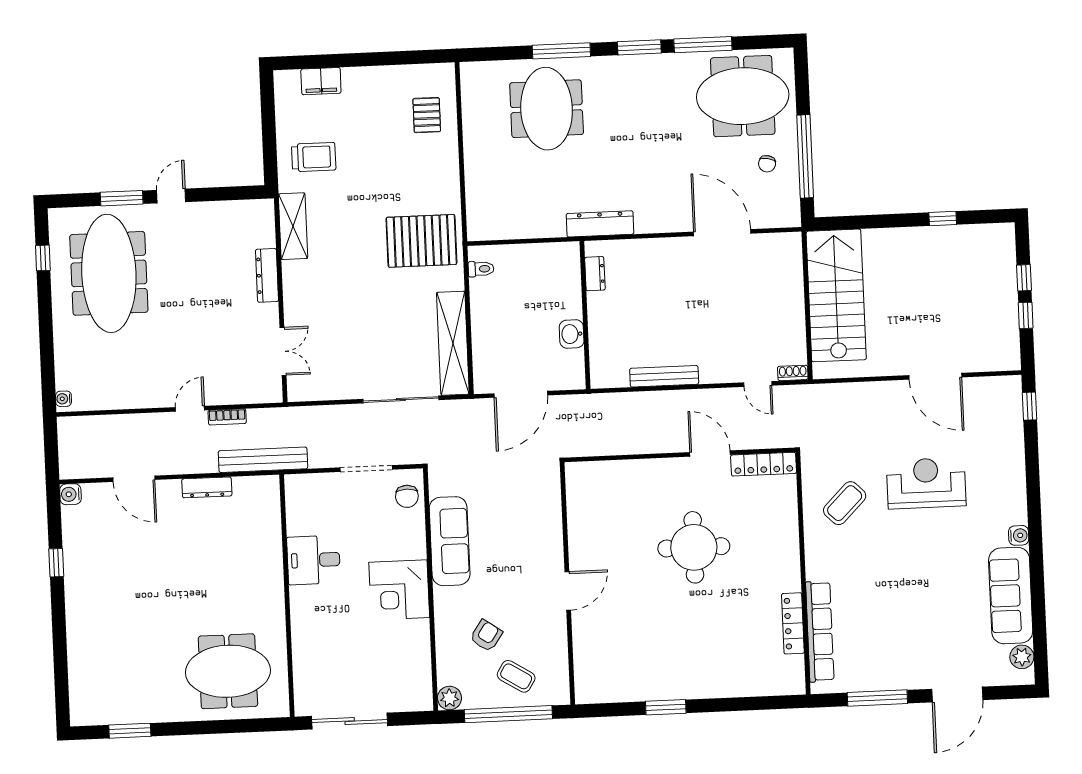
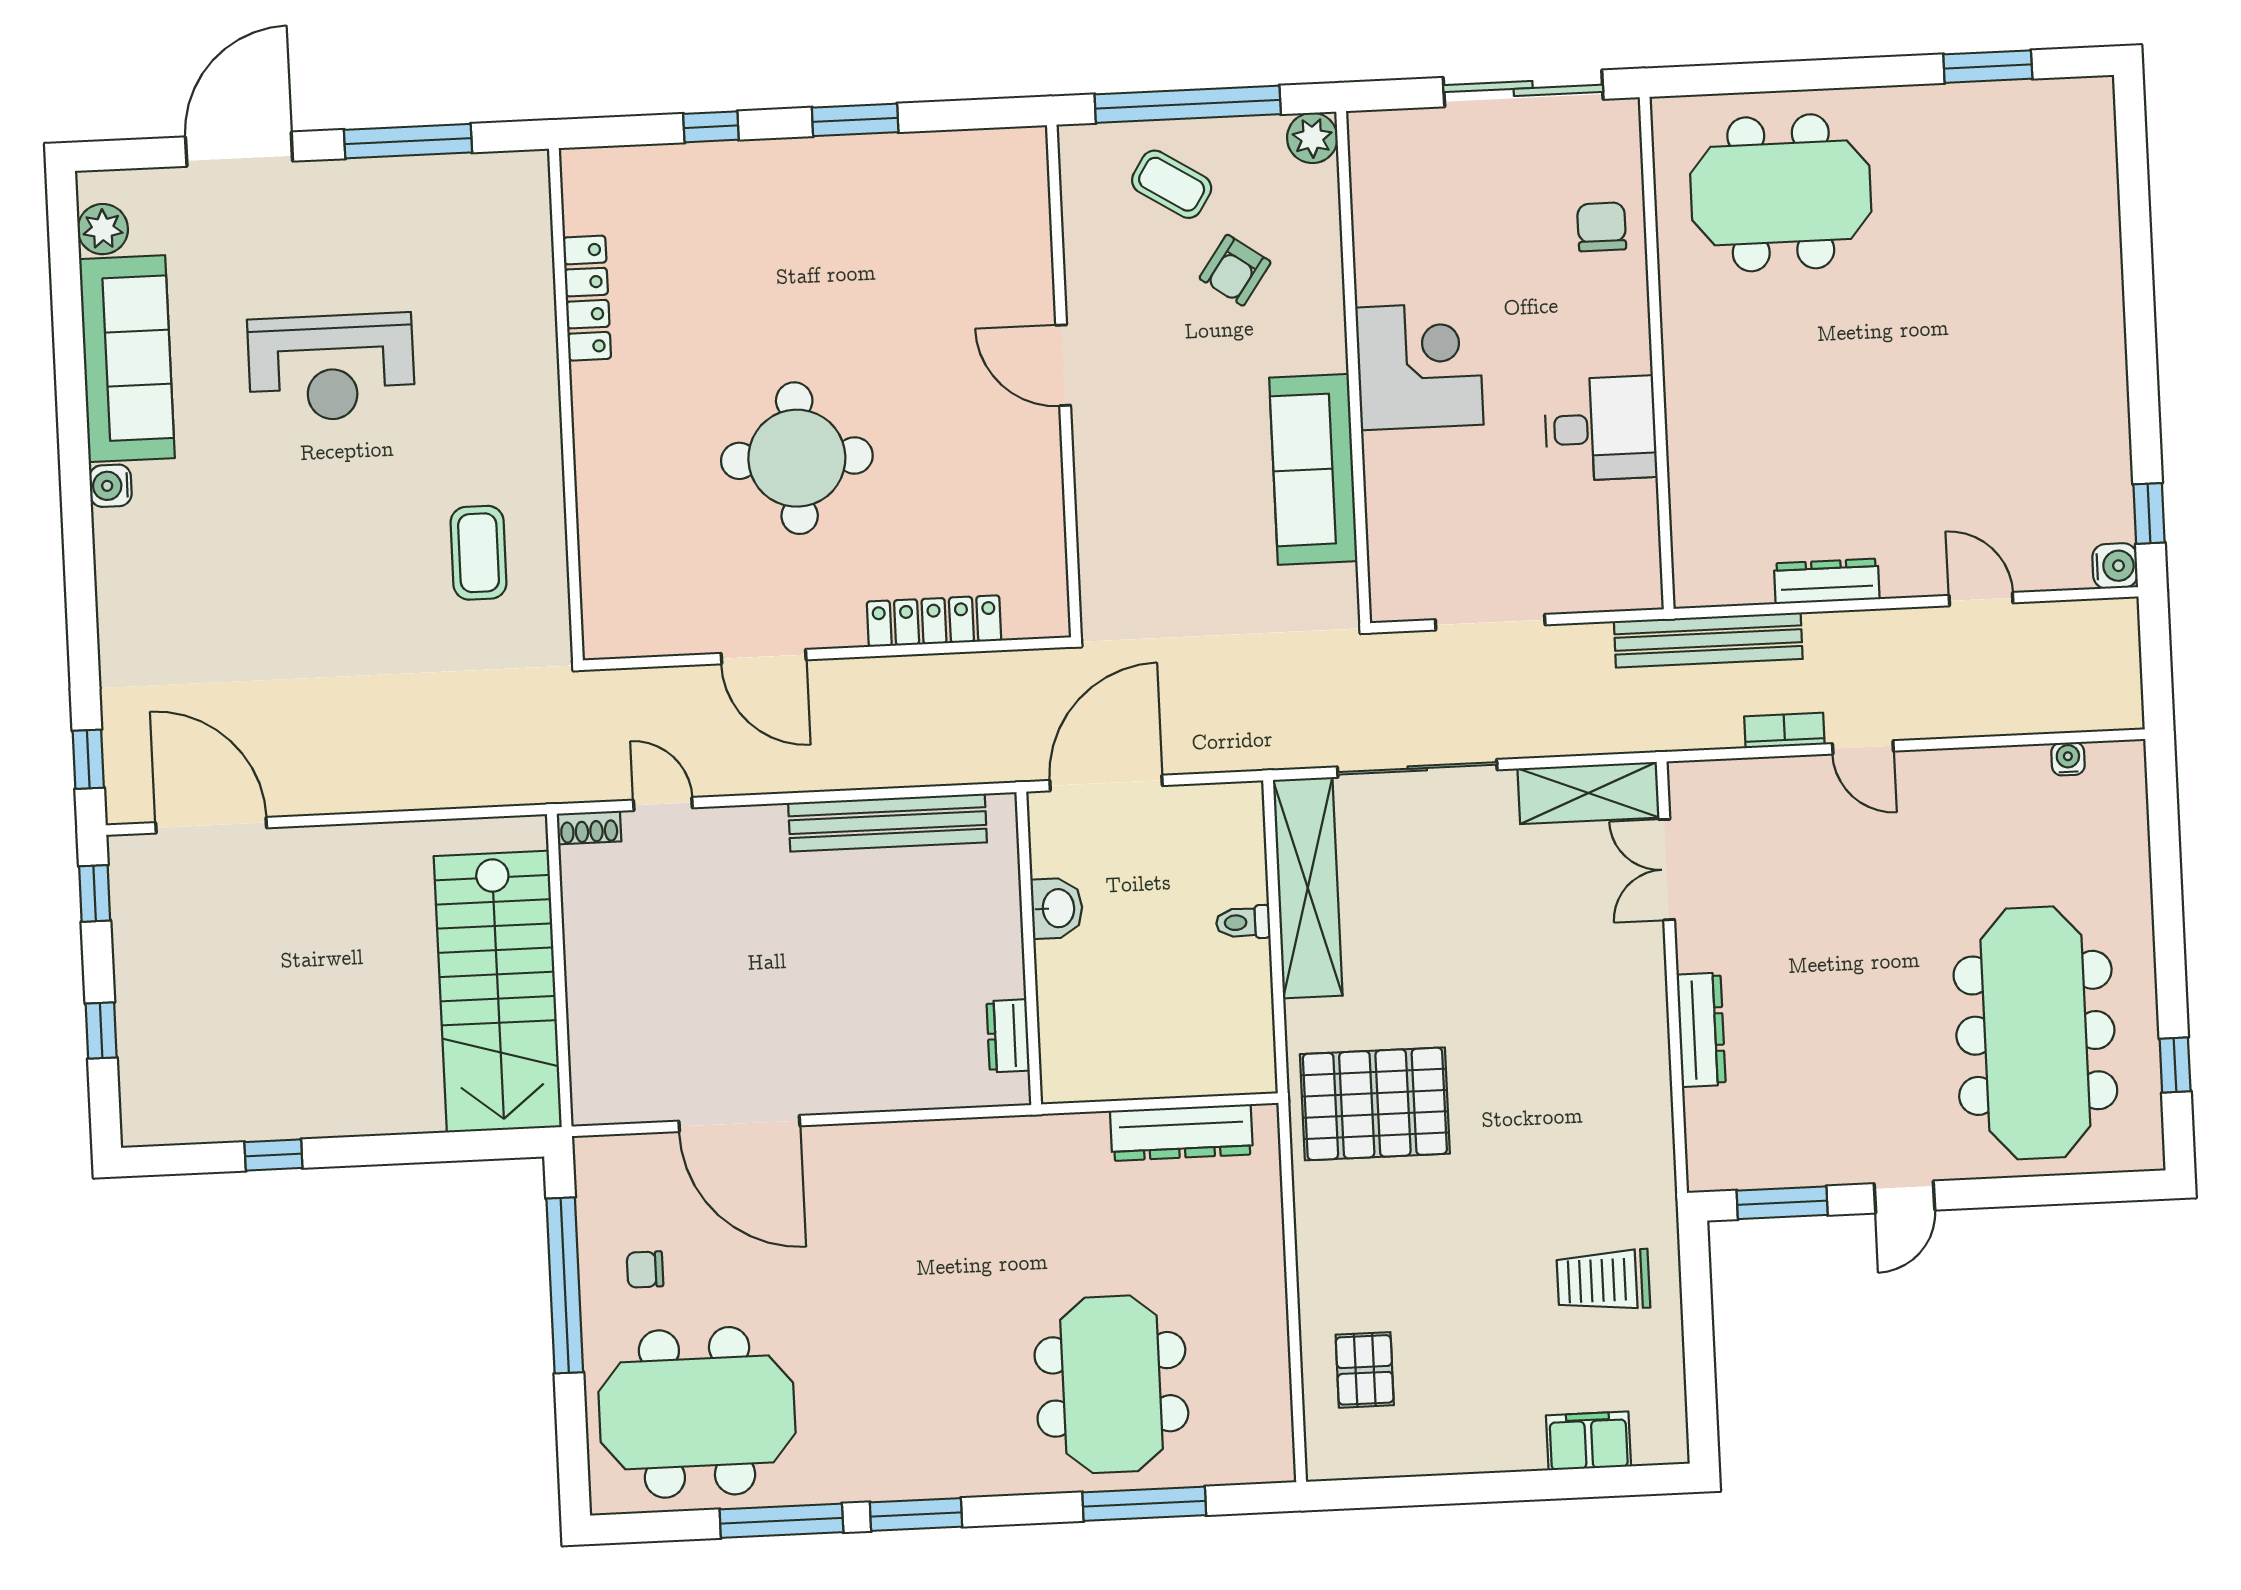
window: (561, 51) -> (1144, 1504), moved
chair: (767, 164) -> (645, 1269), turned -102
window: (122, 198) -> (1782, 1203), moved
dresser: (600, 224) -> (1181, 1133), moved
shelving: (293, 226) -> (1588, 793), moved, turned 90
toilet: (481, 269) -> (1243, 922), moved
window: (1026, 315) -> (95, 893), moved
bench: (664, 376) -> (888, 823), width x1.37, depth x1.21
door: (935, 376) -> (211, 825), moved
door: (521, 394) -> (1106, 783), moved
water cooler: (64, 399) -> (2068, 759), moved, turned -90
door: (190, 409) -> (1863, 747), hinge flipped
locker: (764, 464) -> (934, 621), moved
door: (134, 479) -> (1981, 599), width x0.73
reception desk: (926, 483) -> (331, 367), moved
chair: (407, 496) -> (1602, 227), moved
coffee table: (845, 503) -> (479, 553), turned -45
window: (56, 563) -> (2149, 513), moved
door: (568, 591) -> (1063, 365), hinge flipped
row of seats: (820, 632) -> (530, 281), removed
window: (734, 704) -> (711, 127), added

